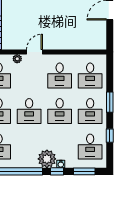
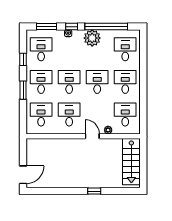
door: (34, 52) -> (92, 136), swing flipped
plant: (47, 159) -> (92, 38), moved

